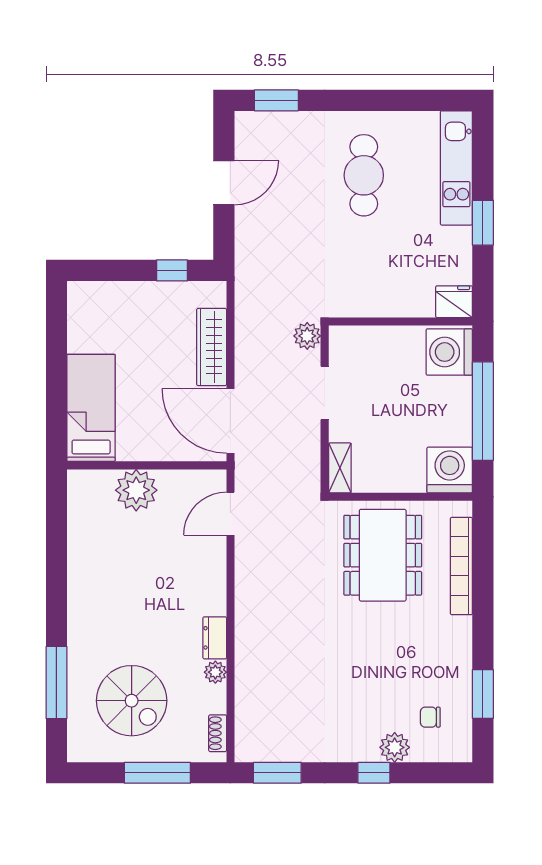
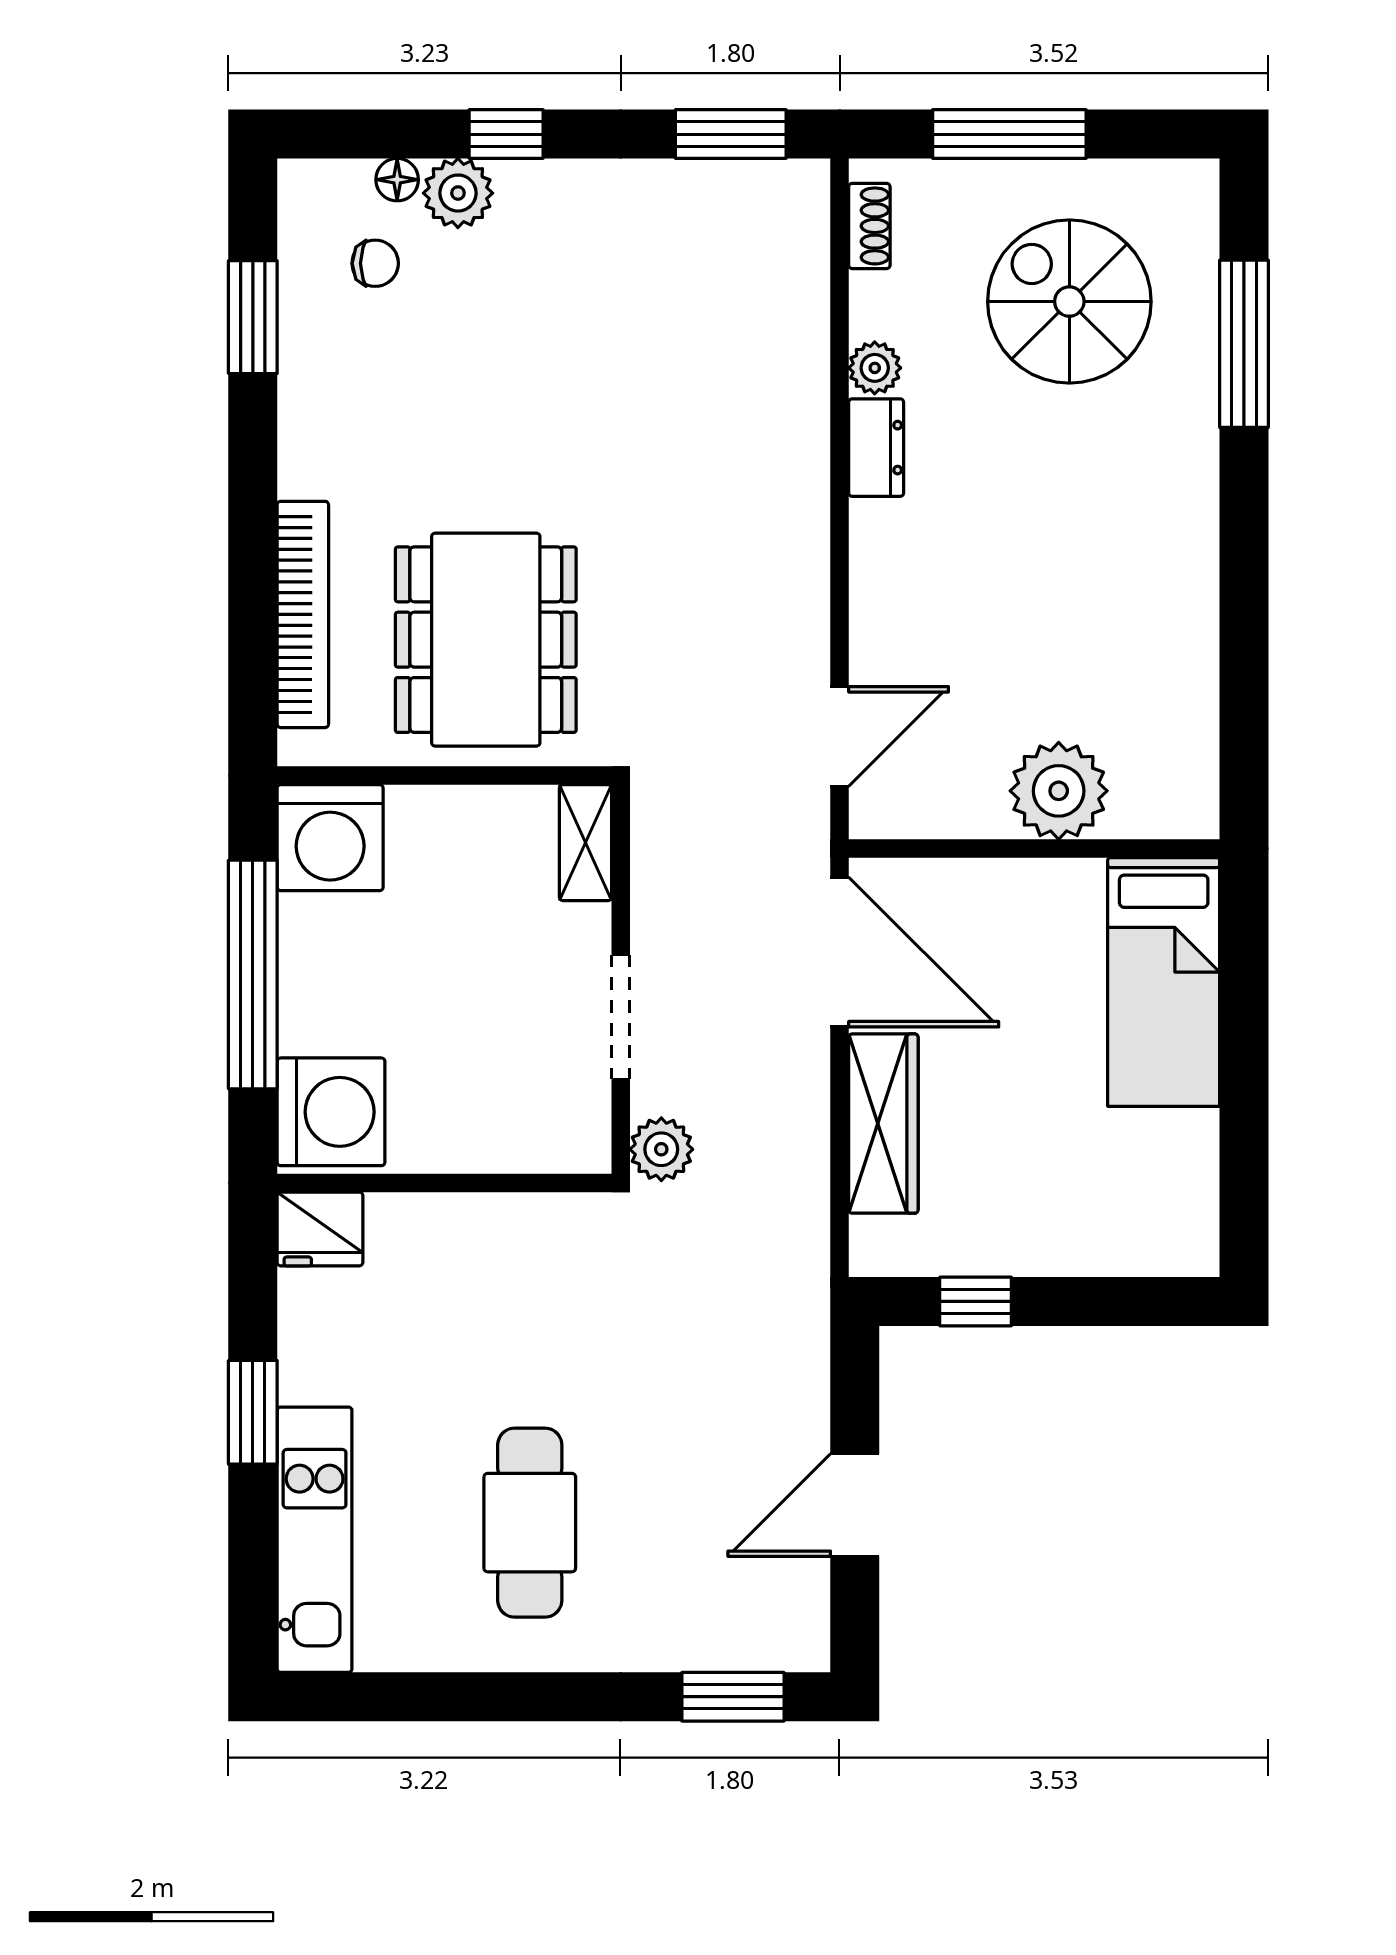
floor lamp: (421, 753) -> (397, 180), added

